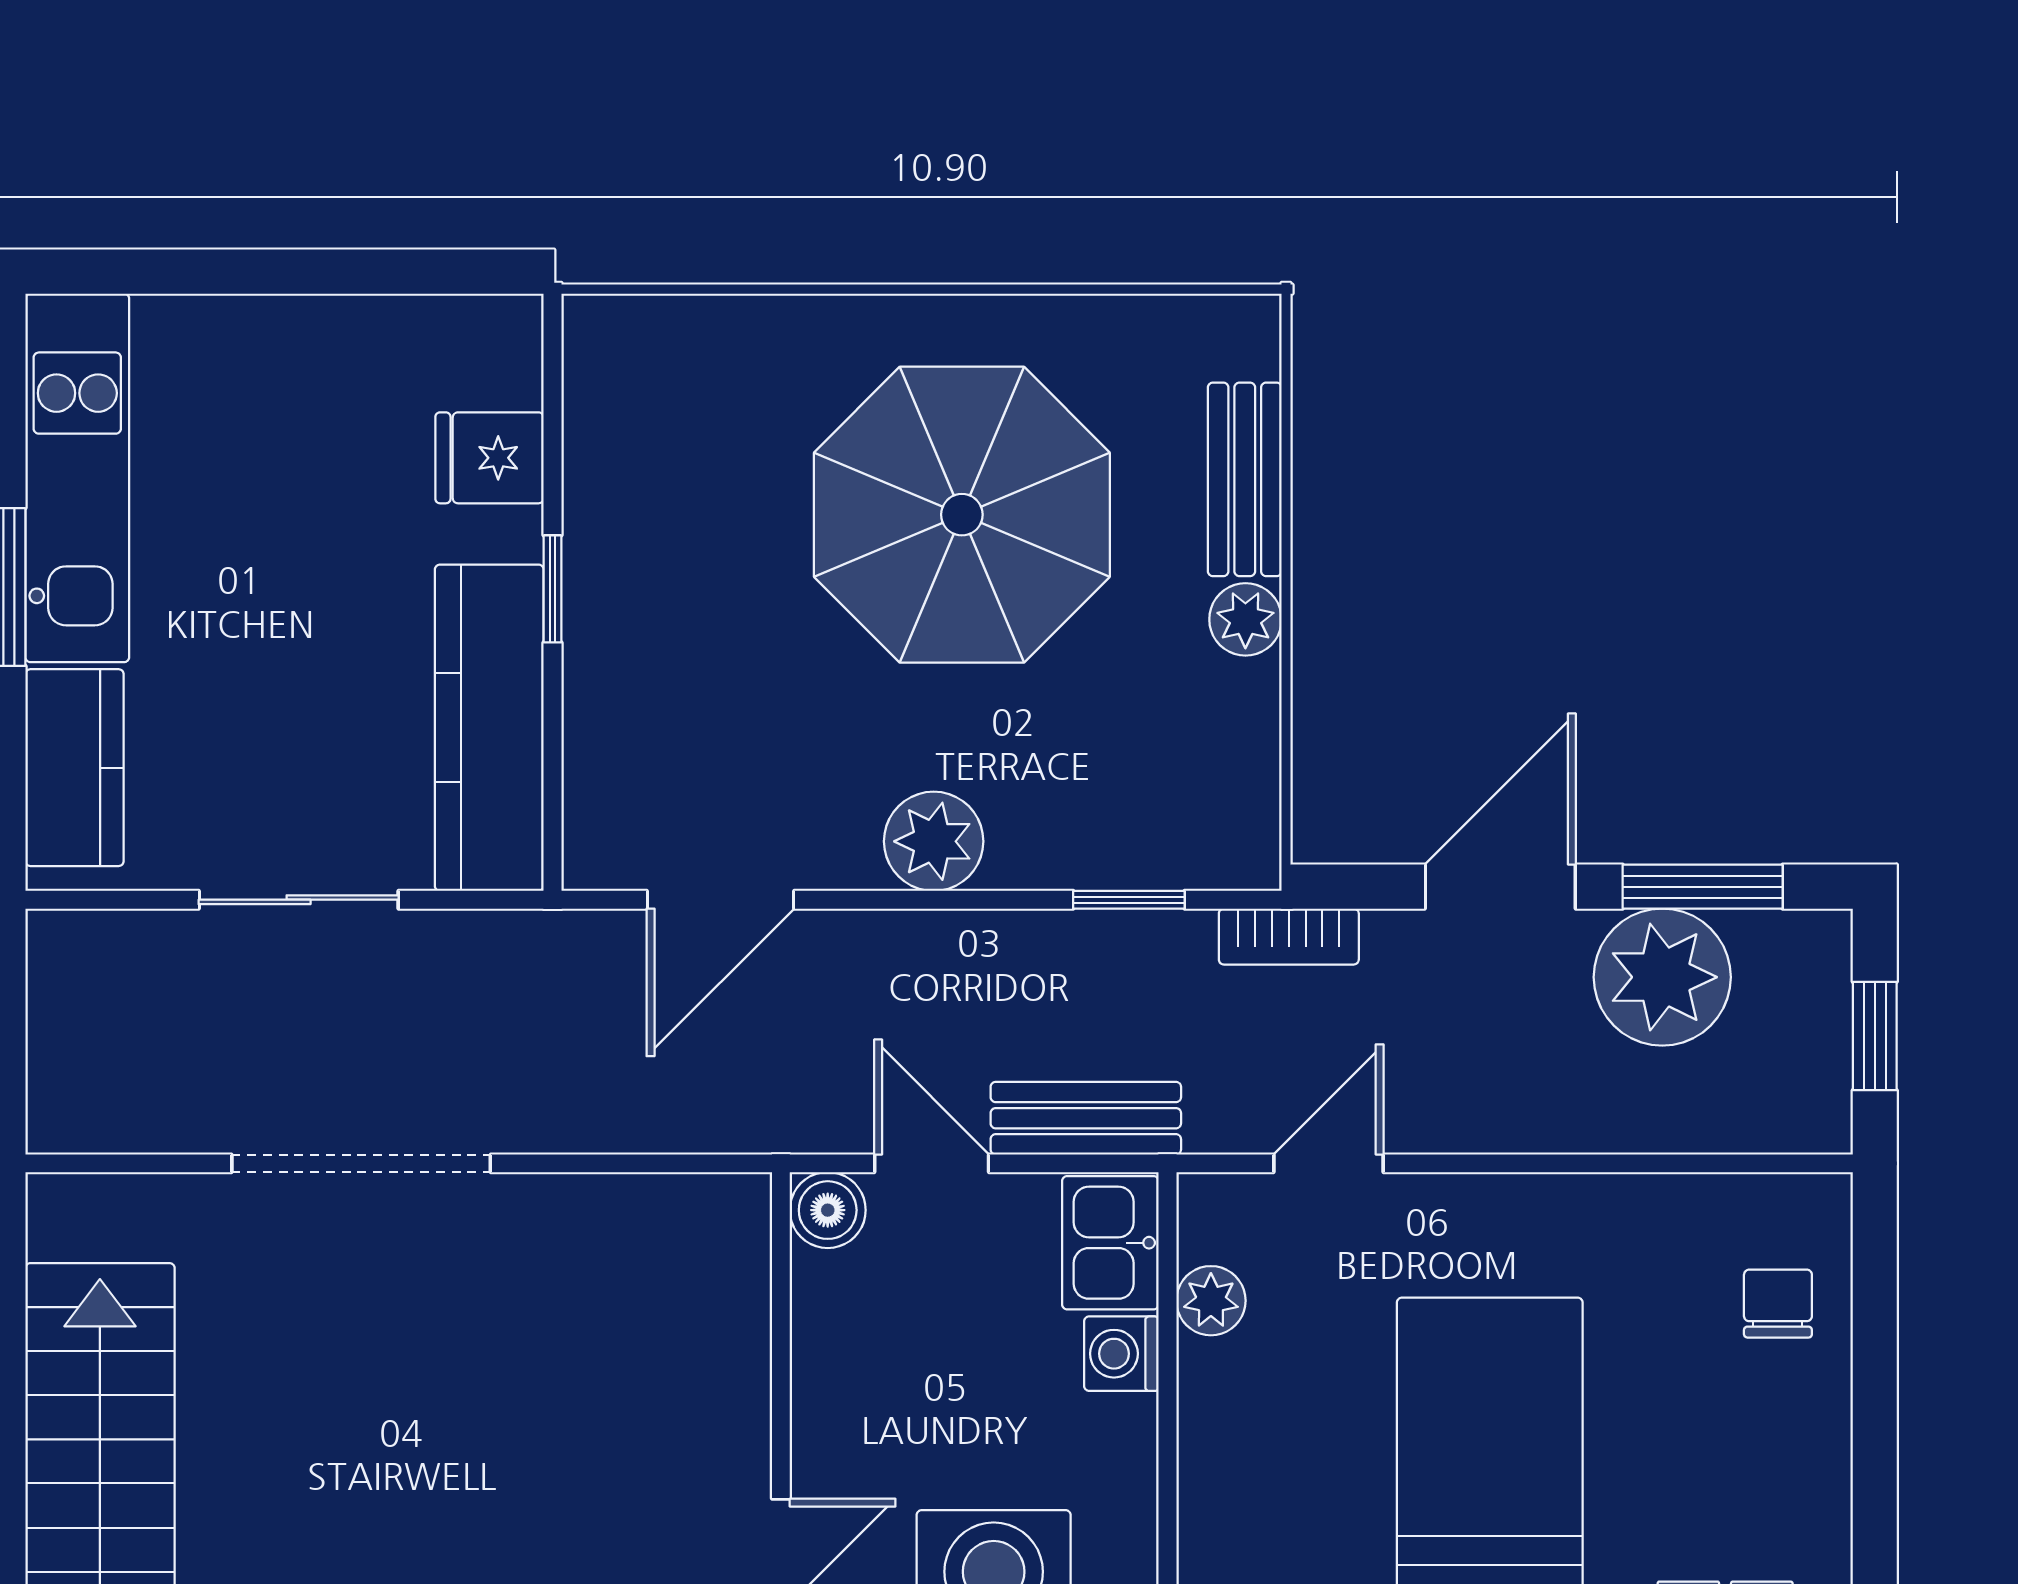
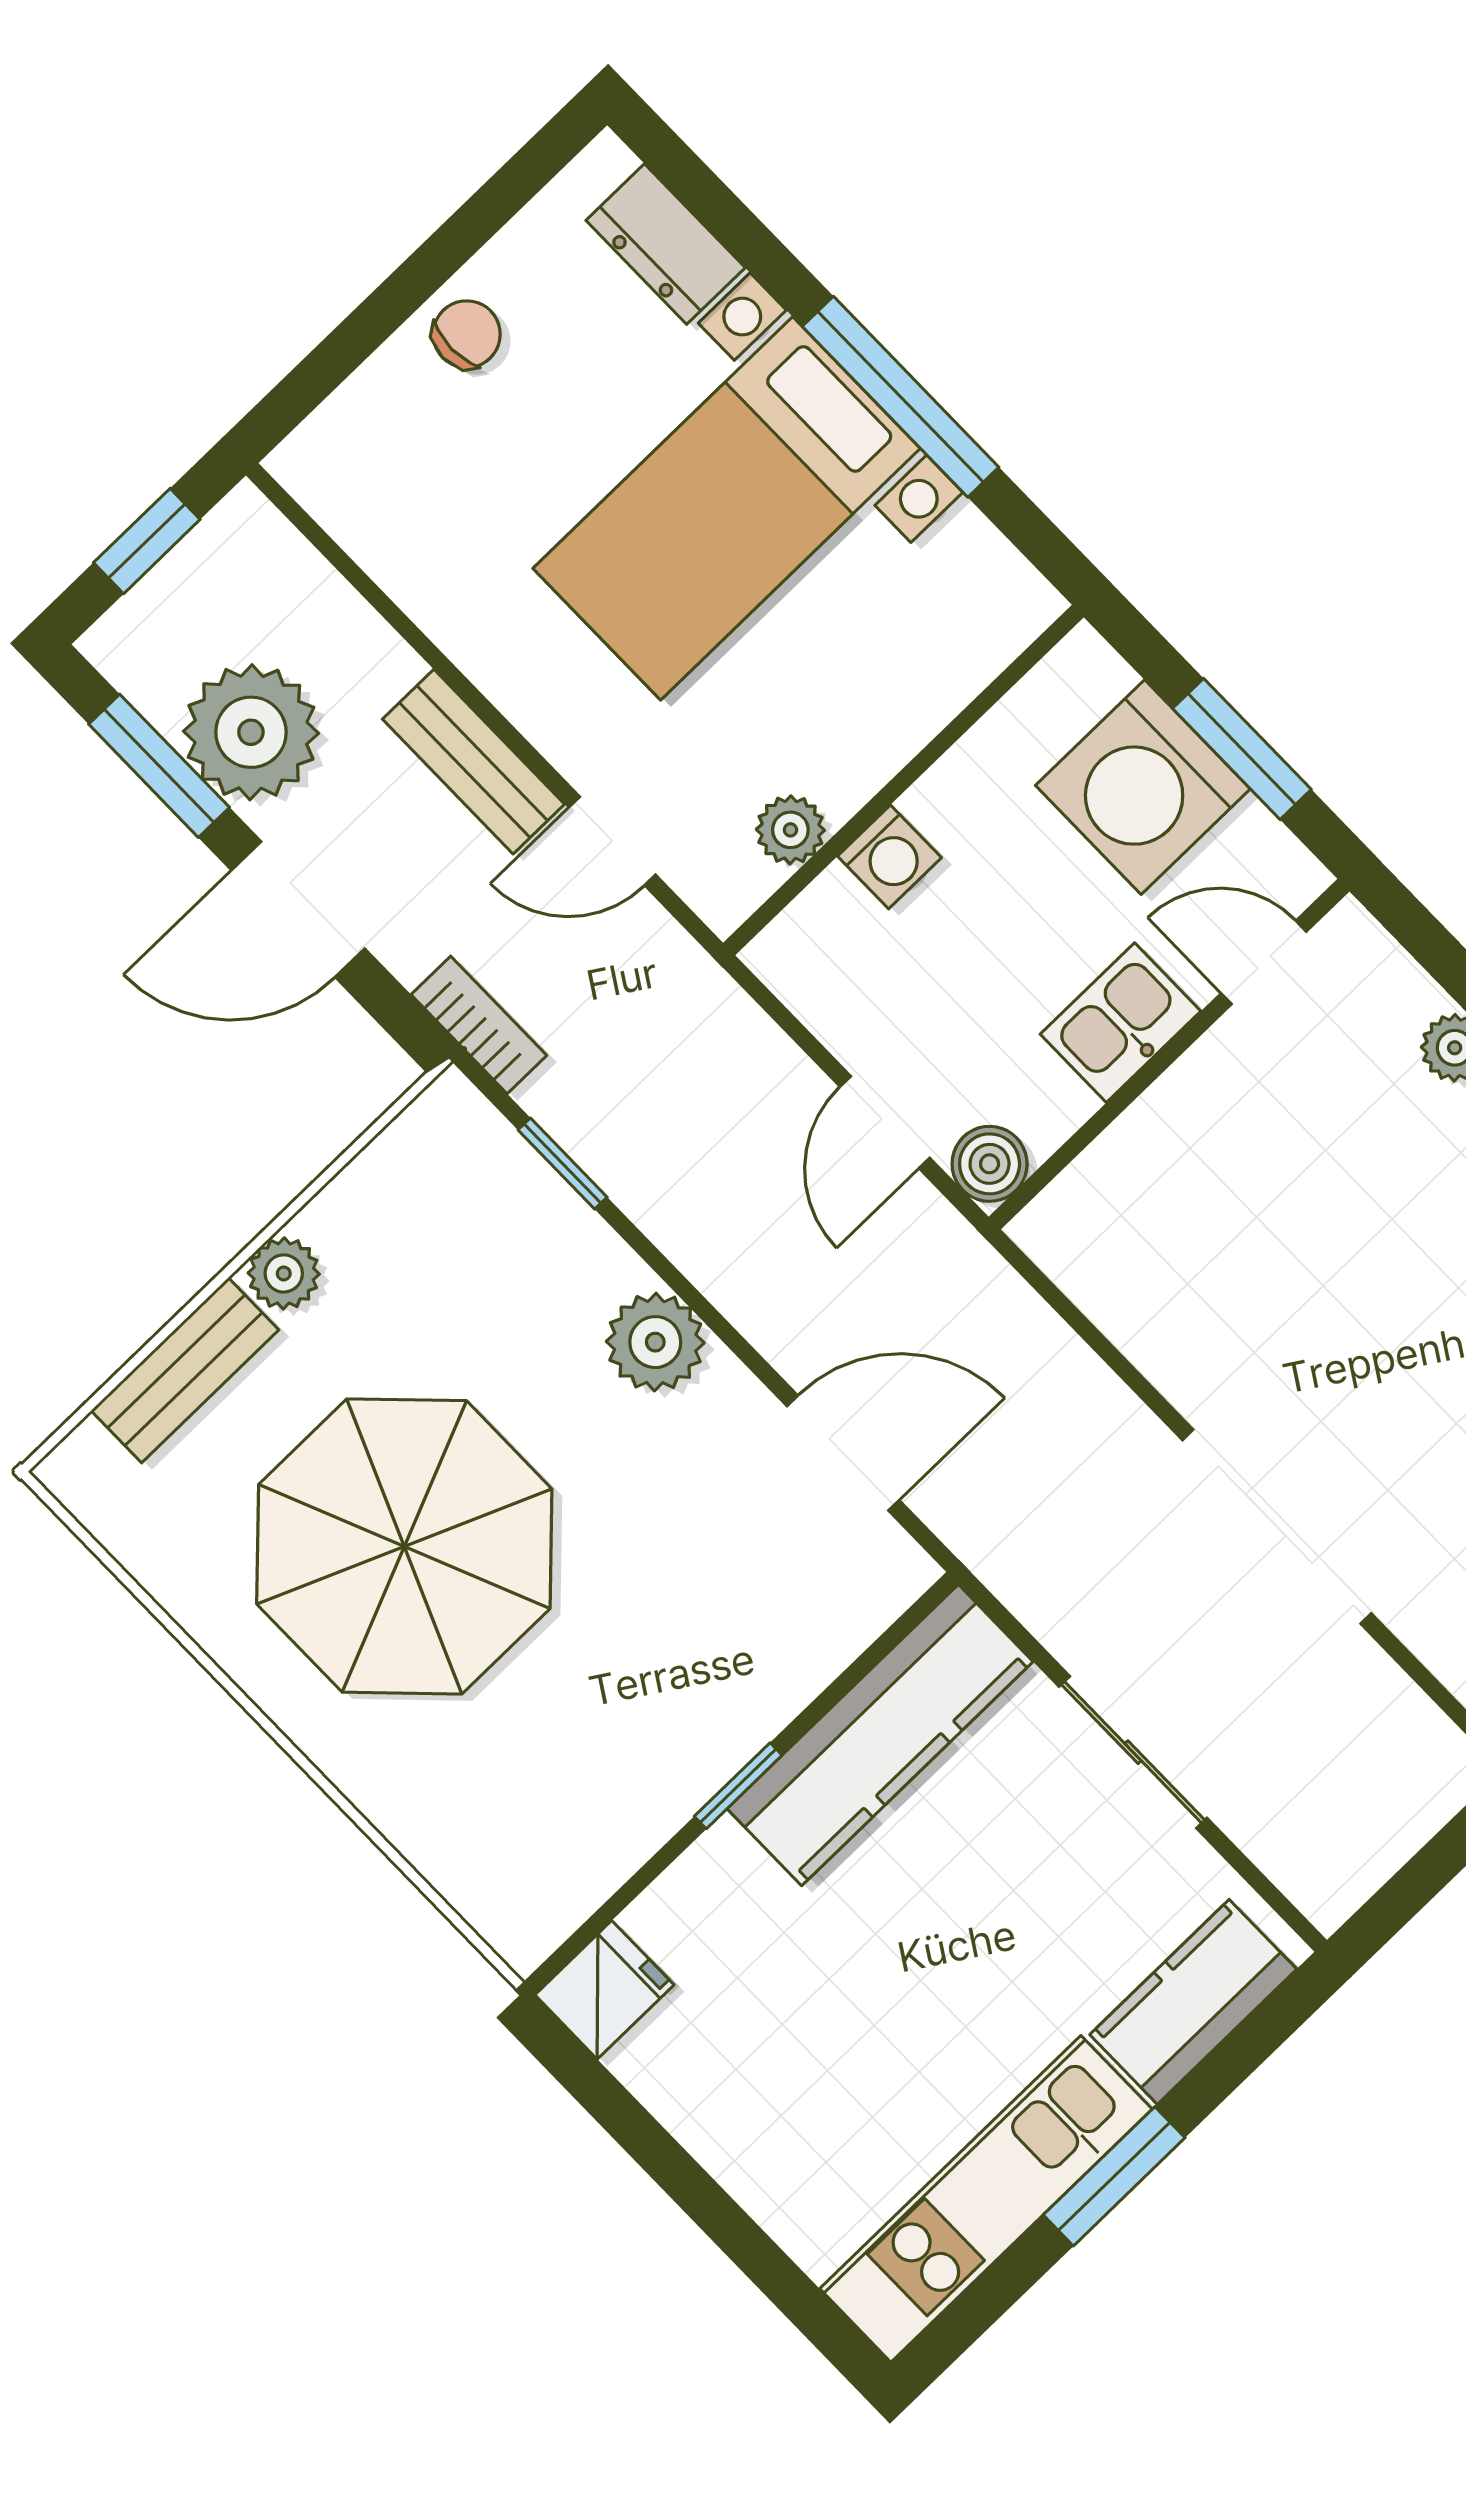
fridge: (490, 458) -> (604, 1990), moved, turned -90
bench: (1086, 1118) -> (473, 762), moved
kitchen sink: (1110, 1243) -> (1121, 1023), moved, turned 180
chair: (1778, 1304) -> (467, 334), moved, turned 180

